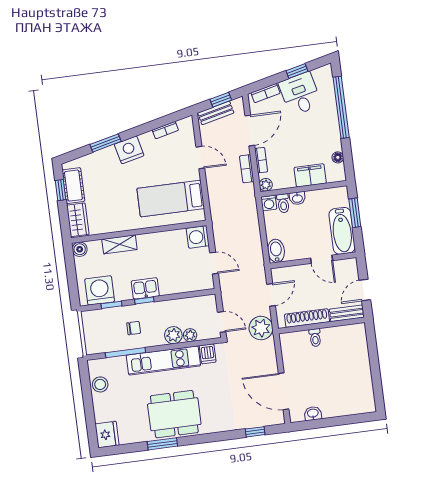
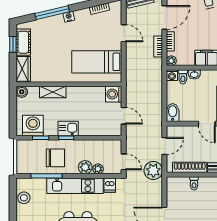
window: (106, 143) -> (52, 13), width x1.44
nightstand: (129, 150) -> (69, 17), width x0.53, depth x0.56
chair: (134, 328) -> (55, 158), width x1.87, depth x1.87

